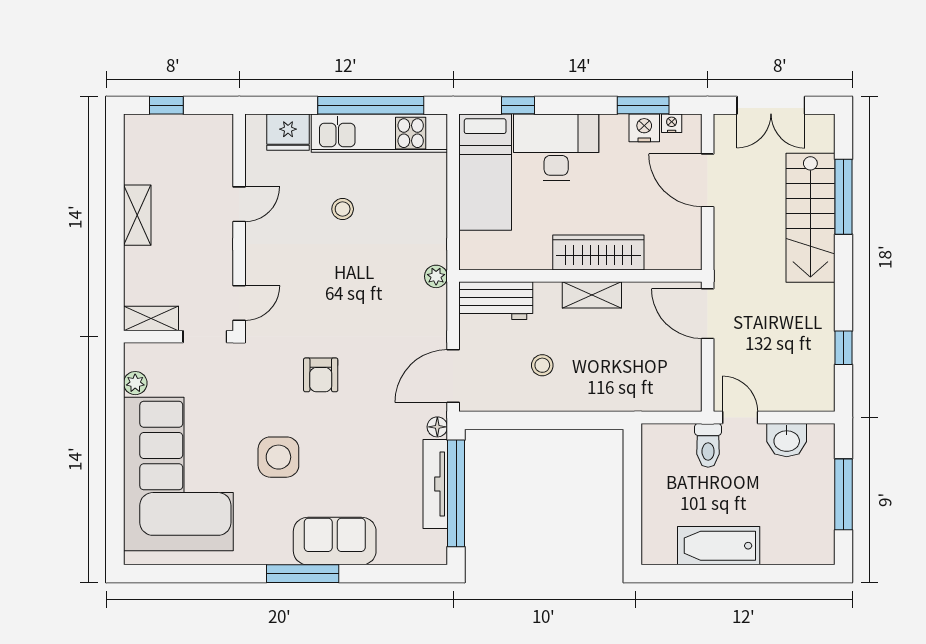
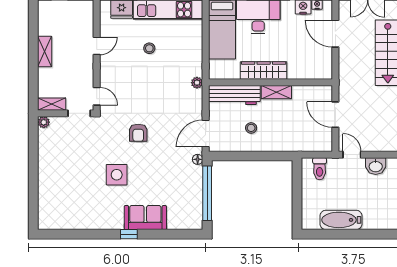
wardrobe: (598, 253) -> (264, 70), moved
workbench: (496, 301) -> (234, 95), width x1.38
door: (239, 303) -> (97, 96), hinge flipped
door: (708, 314) -> (335, 115), moved
plant: (135, 383) -> (44, 122), moved
toilet: (708, 445) -> (320, 169), moved
corner sofa: (178, 474) -> (66, 183), removed
tv unit: (435, 484) -> (197, 188), removed
window: (303, 574) -> (129, 234), width x0.46

